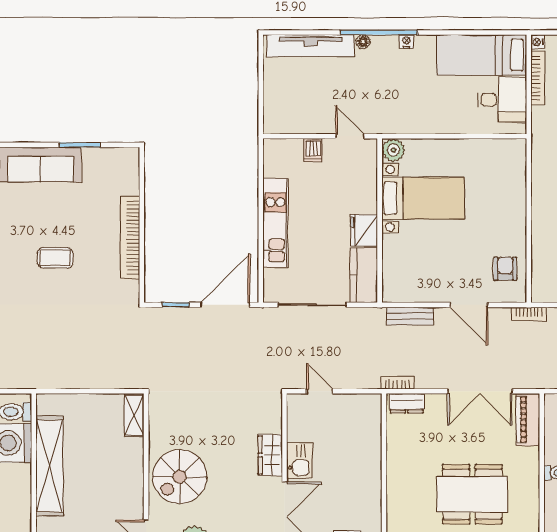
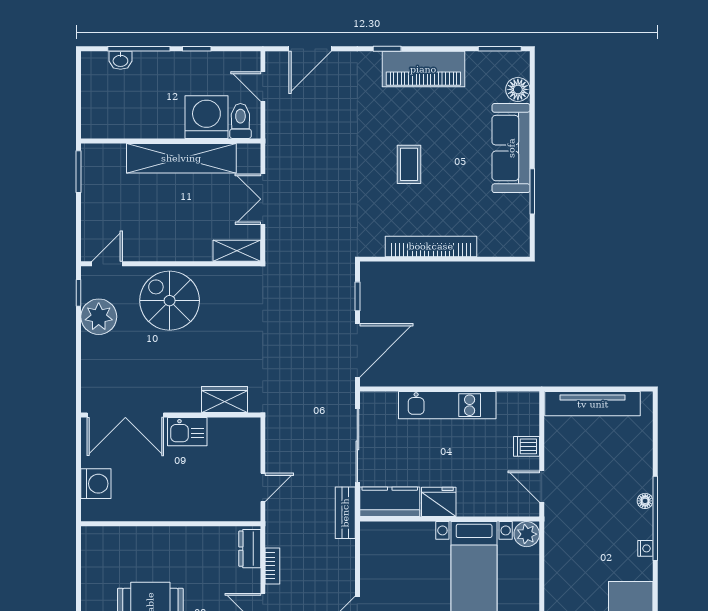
tv unit: (311, 46) -> (593, 404), moved, turned -90
door: (350, 136) -> (542, 486), swing flipped
door: (225, 305) -> (357, 350), hinge flipped
bench: (410, 316) -> (345, 513), moved
bookcase: (398, 383) -> (272, 566), moved
double door: (87, 391) -> (263, 199), added
door: (320, 391) -> (263, 487), moved
wardrobe: (270, 455) -> (225, 400), moved

